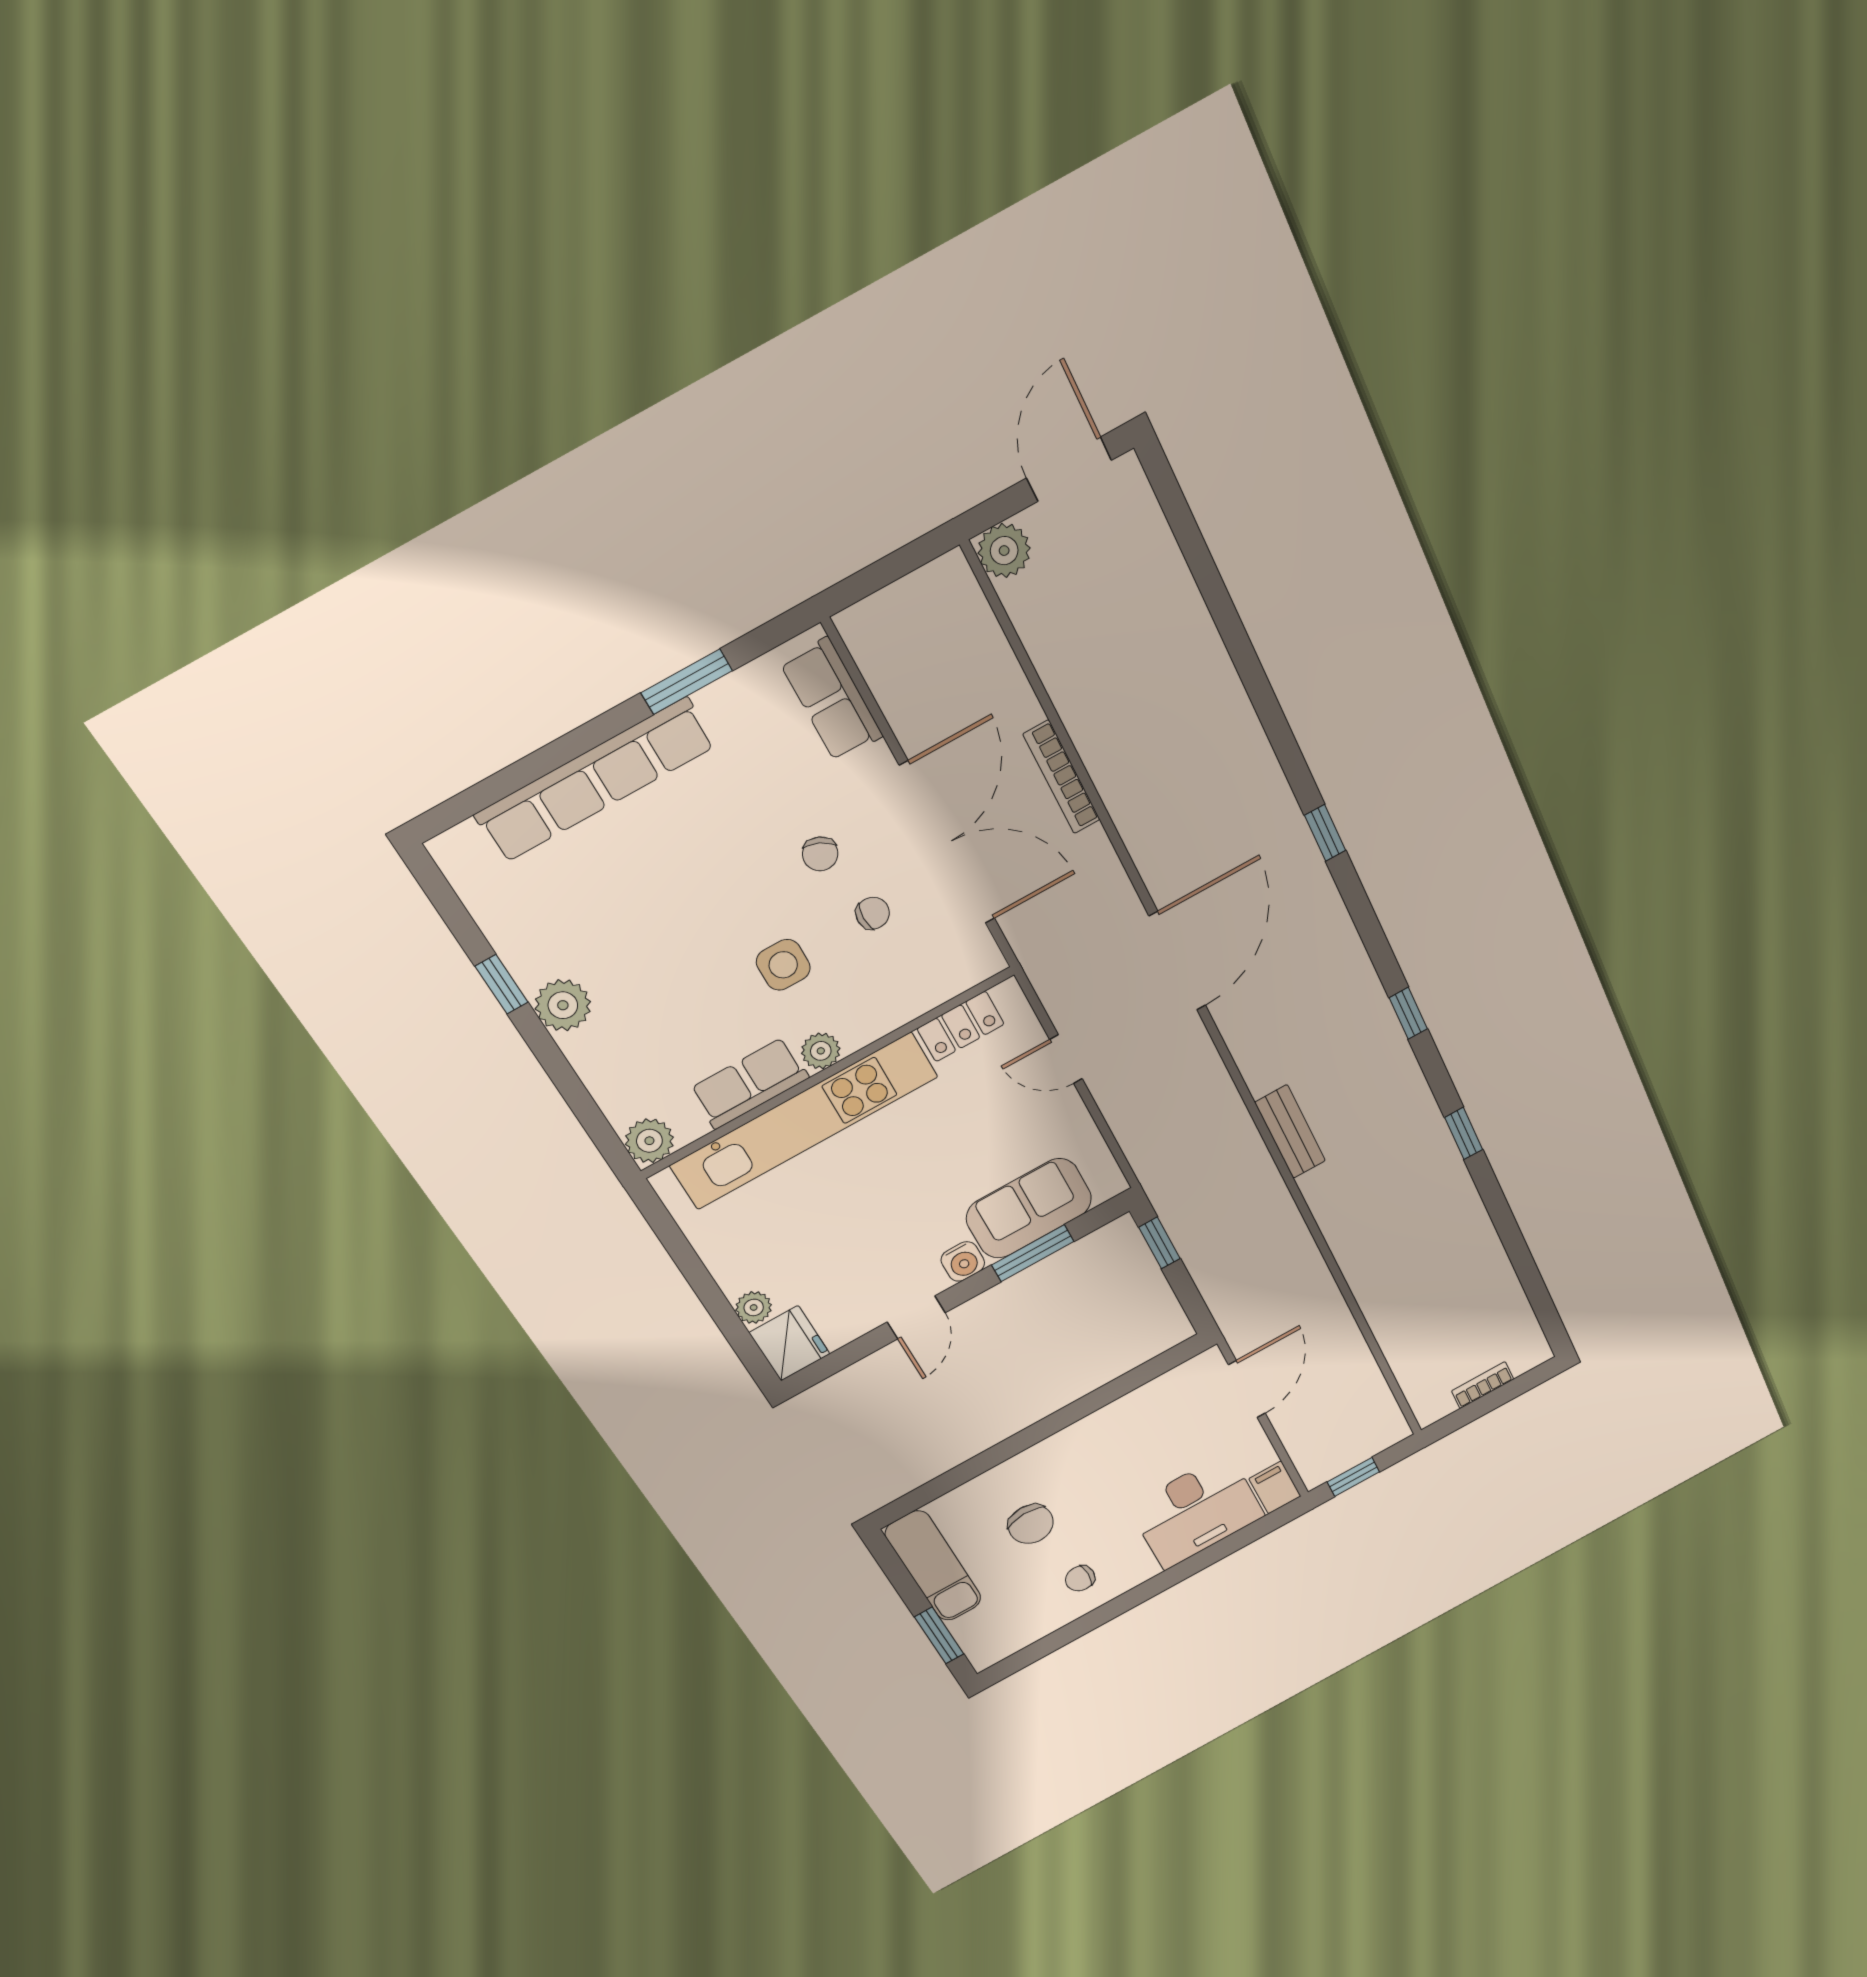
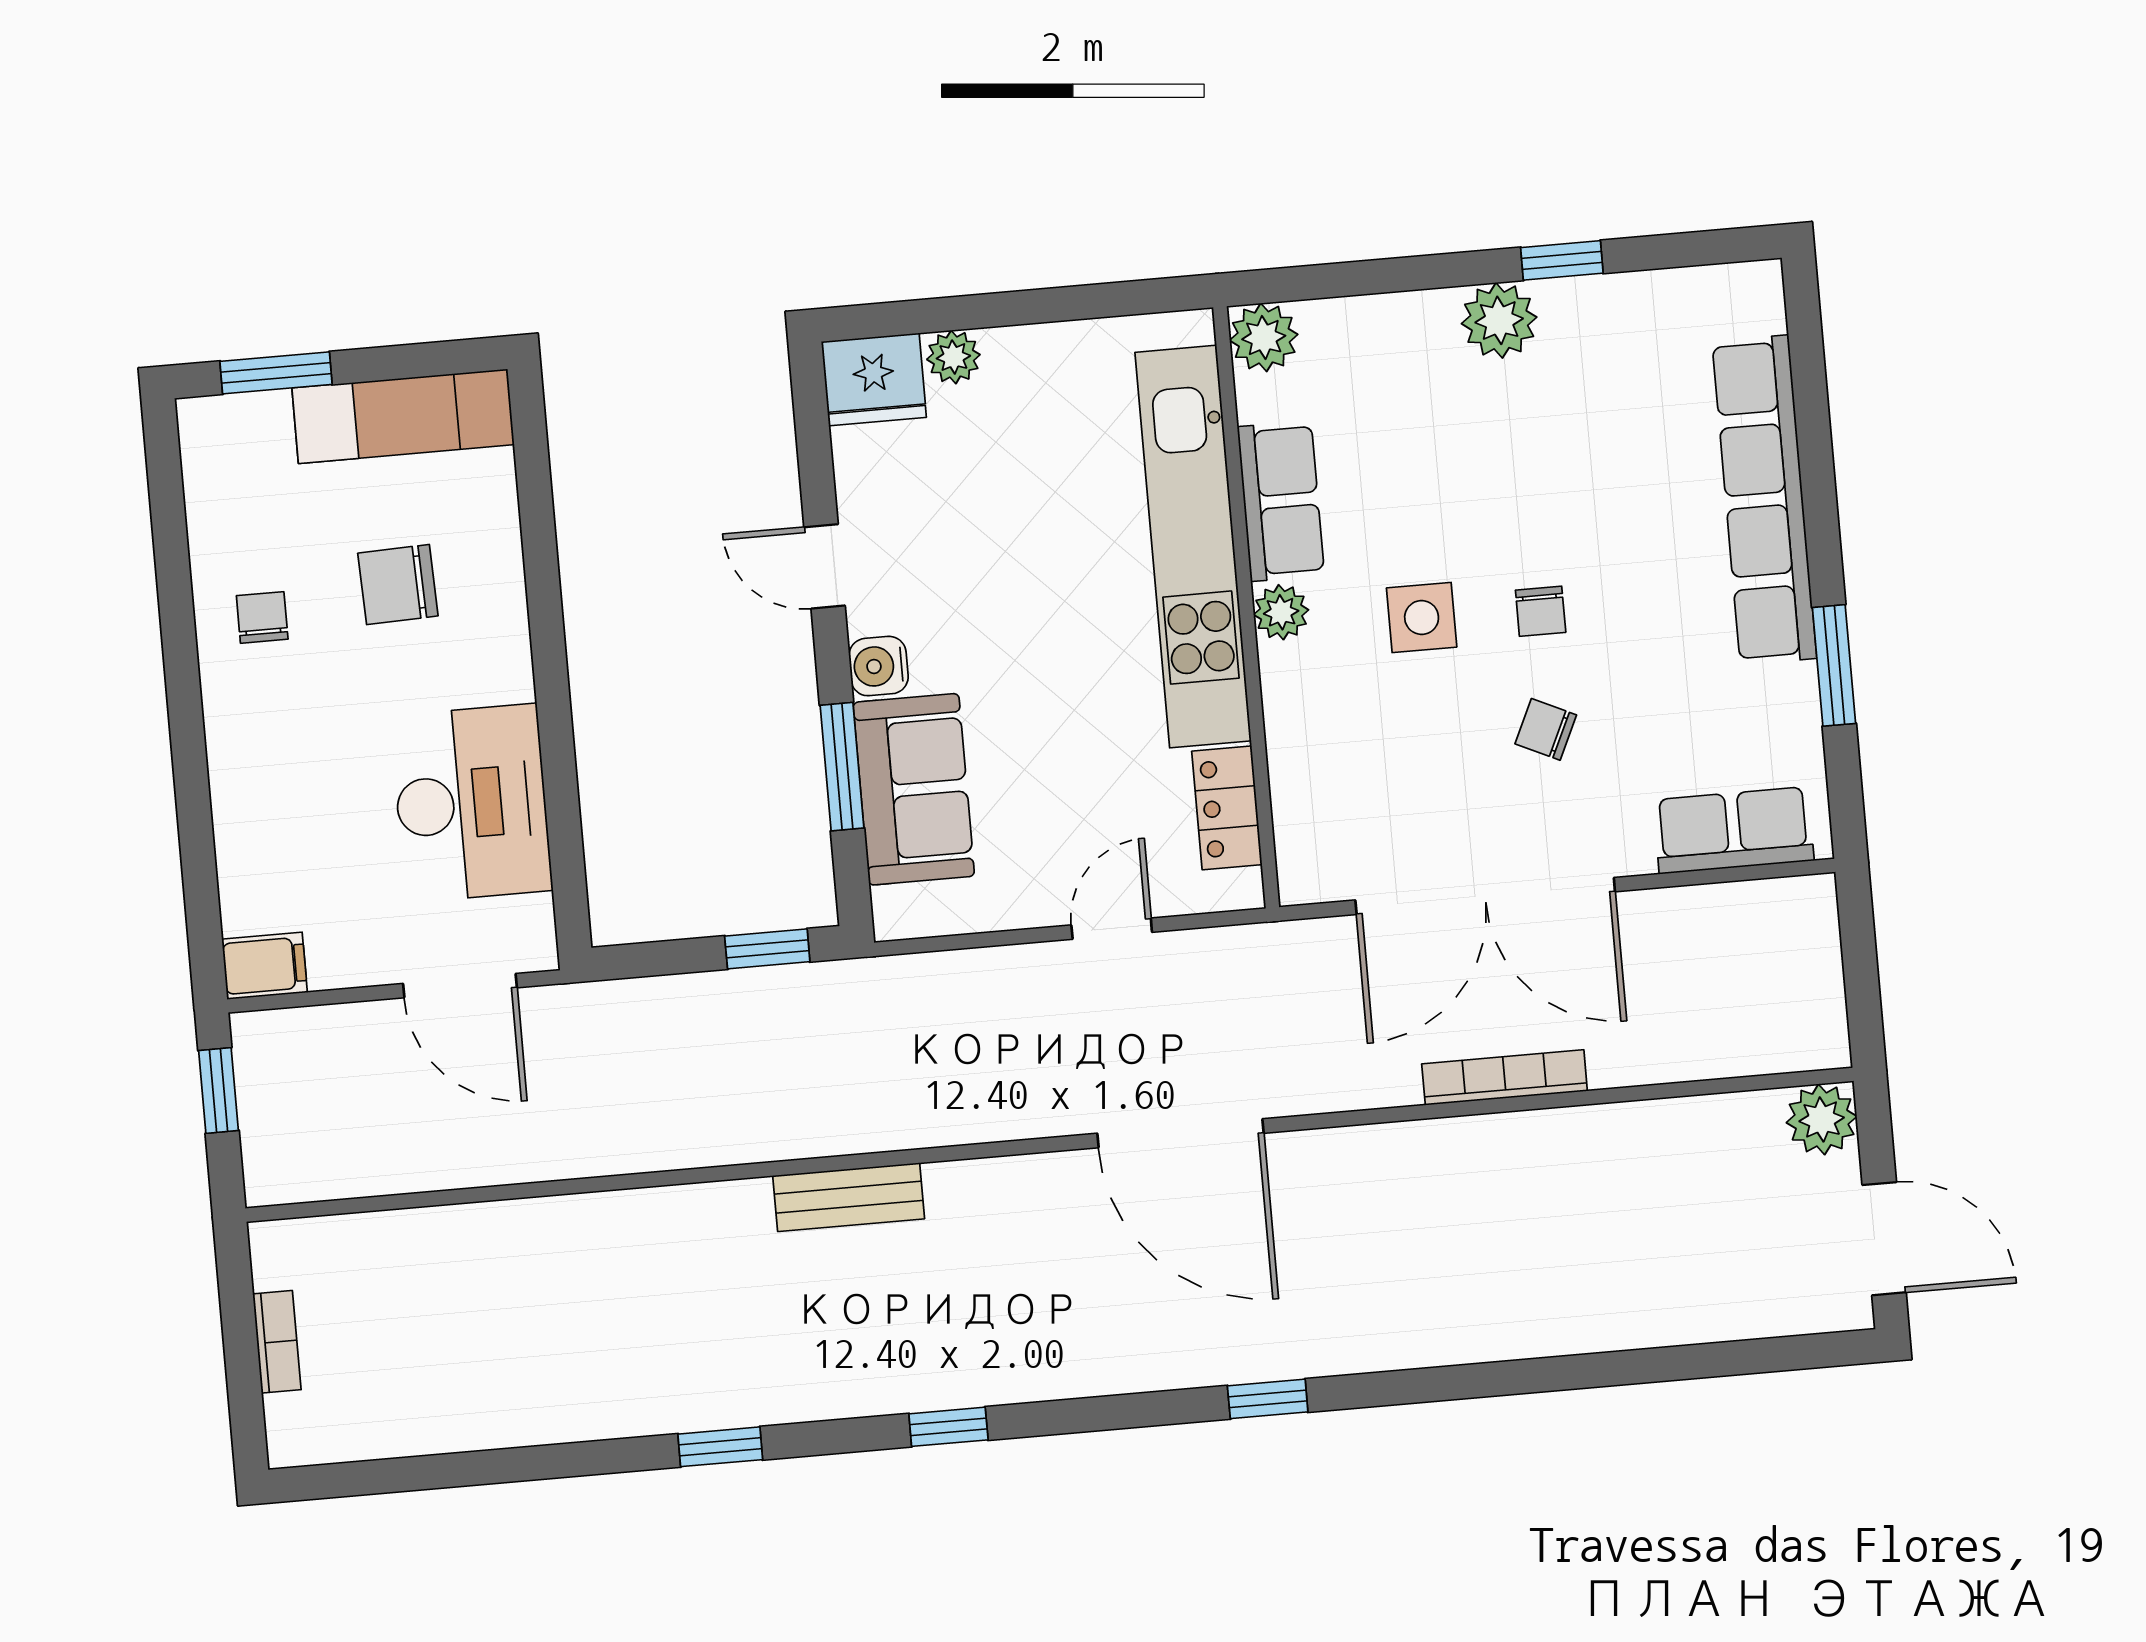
chair: (873, 913) -> (1541, 611), moved
desk: (1196, 1511) -> (471, 803), moved, turned 180

